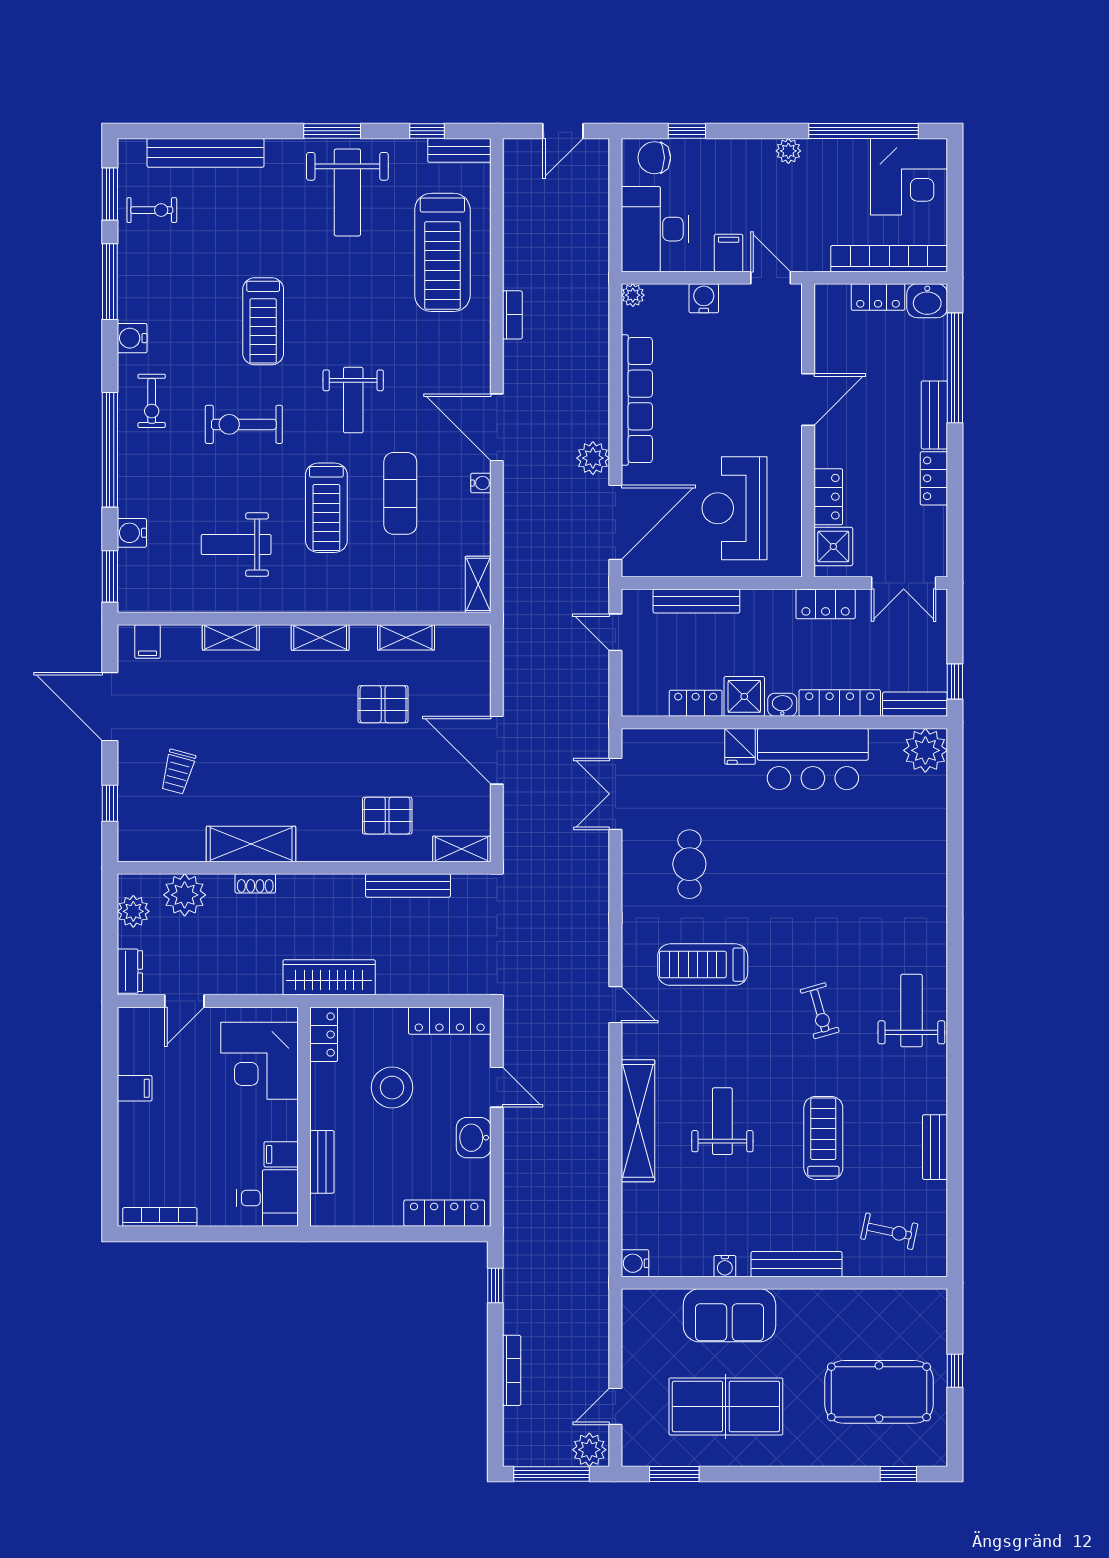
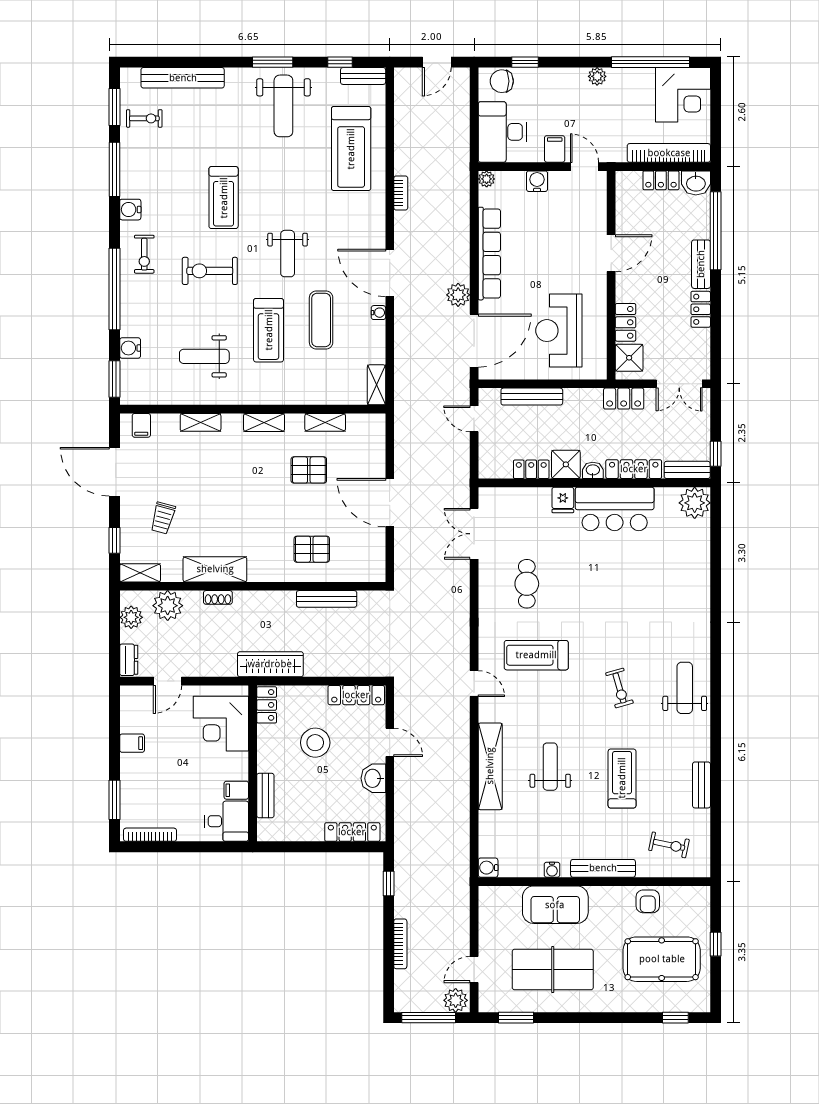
shelving: (462, 849) -> (140, 573), moved
window: (110, 1168) -> (114, 800), added
armchair: (859, 1311) -> (648, 901), added

